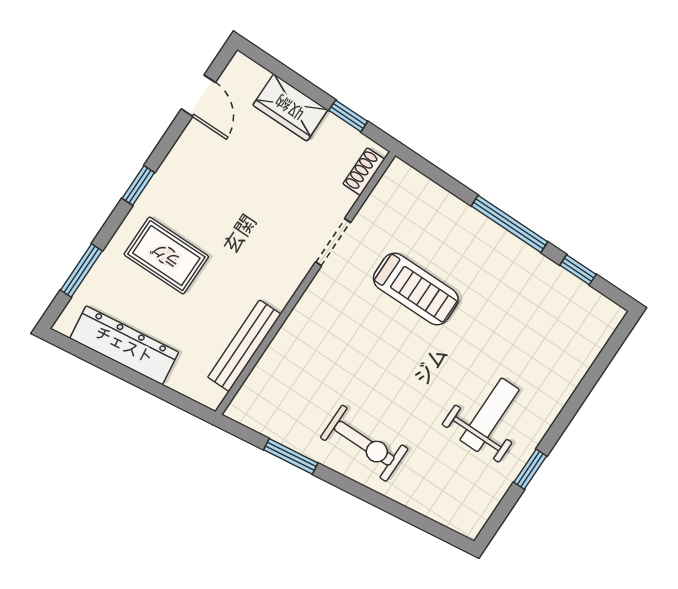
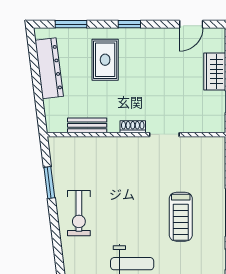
shoe rack: (364, 172) -> (133, 127), moved
treadmill: (416, 289) -> (181, 217), moved
bench: (244, 346) -> (87, 125), width x0.73

